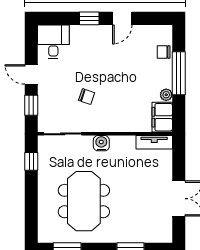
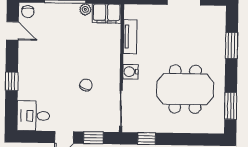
door: (122, 18) -> (12, 31), moved
chair: (164, 52) -> (28, 12), moved
tv unit: (154, 142) -> (130, 37), moved

